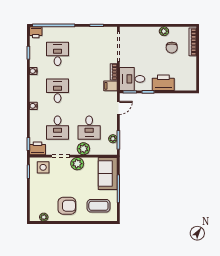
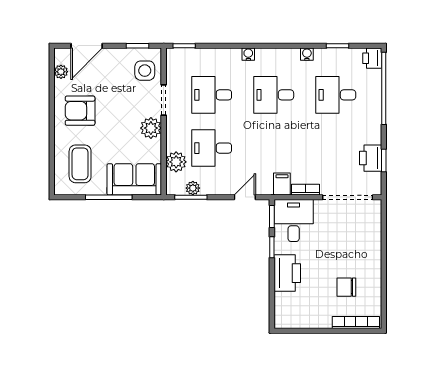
plant: (164, 31) -> (374, 274), removed
desk: (58, 54) -> (336, 95), turned 180
desk: (58, 91) -> (274, 95), turned 180
door: (118, 108) -> (245, 197), swing flipped
printer: (37, 148) -> (371, 158), moved, turned 180
plant: (83, 149) -> (176, 162), moved
door: (28, 202) -> (87, 46), added
armchair: (67, 206) -> (80, 111), turned 90

